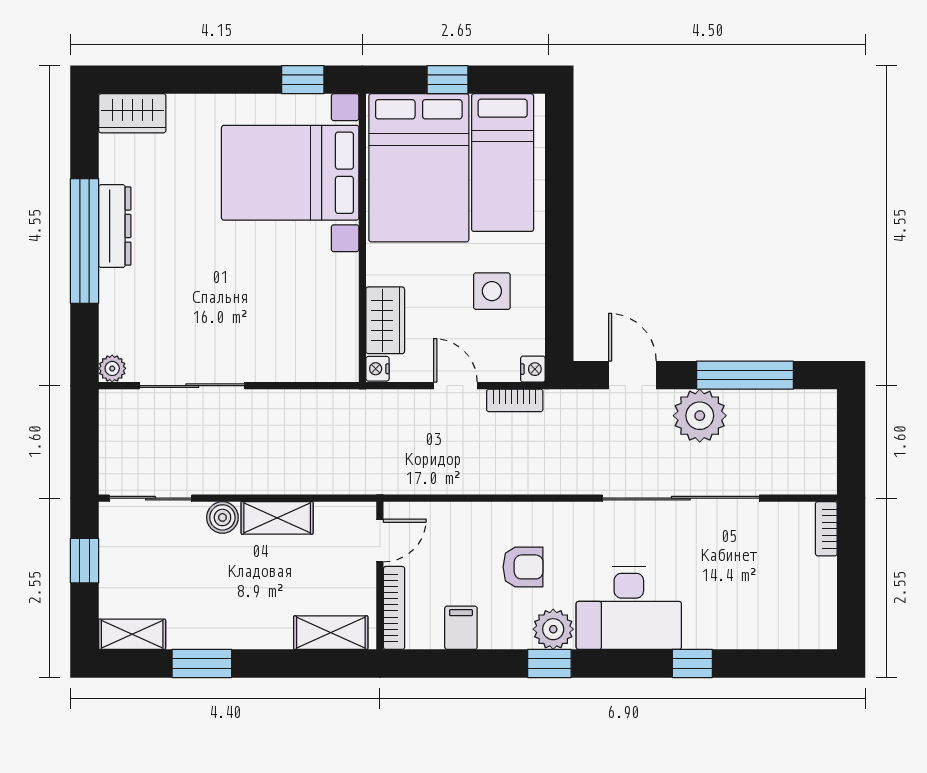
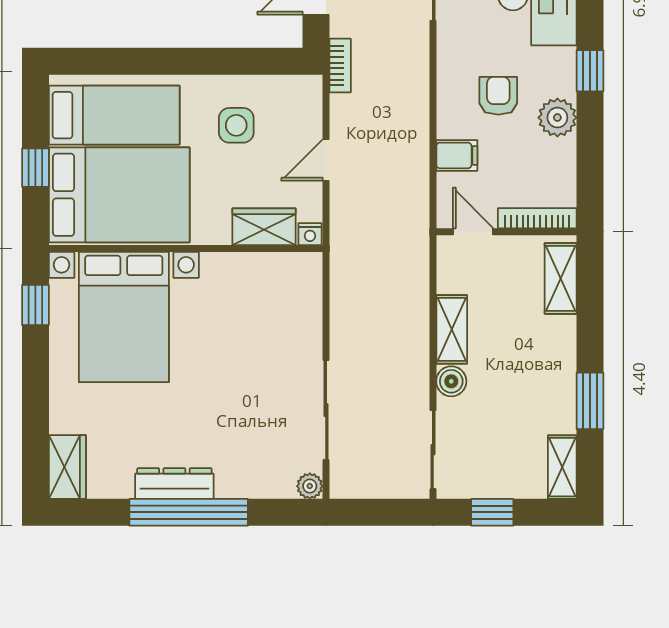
nightstand: (533, 369) -> (310, 86), removed
bookcase: (515, 400) -> (340, 65), moved
filing cabinet: (461, 628) -> (457, 155), moved, turned 180
plant: (553, 629) -> (557, 118), moved

